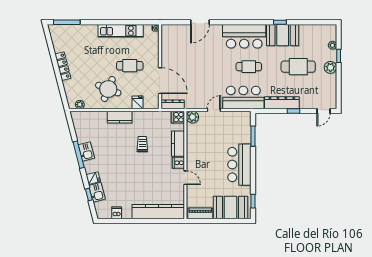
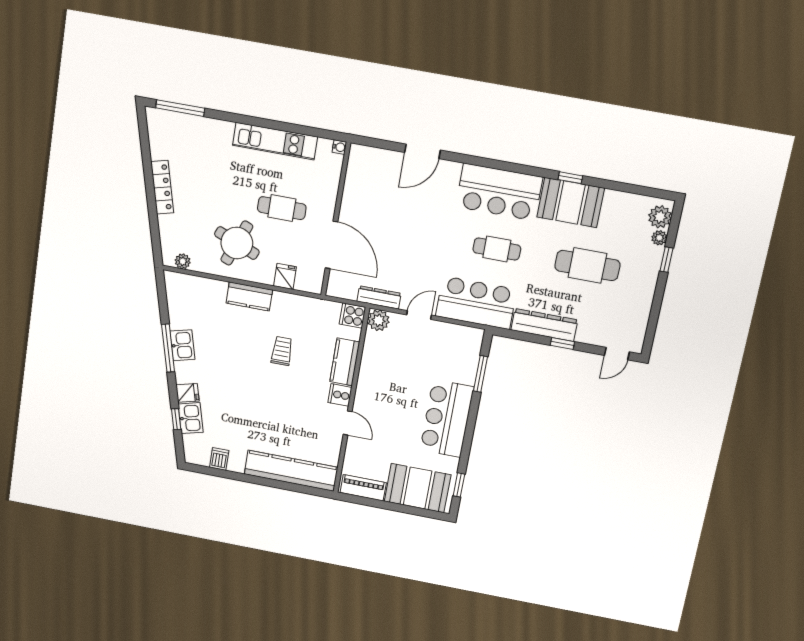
plant: (330, 67) -> (660, 217), moved
dresser: (173, 104) -> (379, 297), moved

